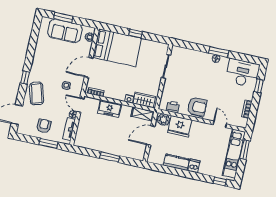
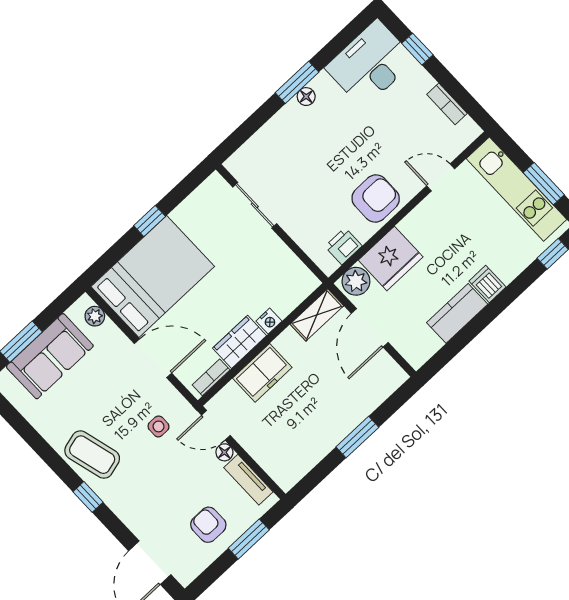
door: (89, 67) -> (153, 358), swing flipped
coffee table: (37, 93) -> (92, 455), moved
wardrobe: (144, 100) -> (240, 342), moved
window: (245, 150) -> (544, 184), moved

